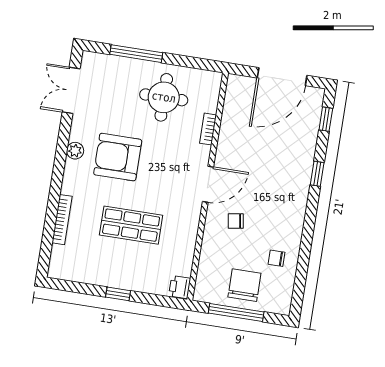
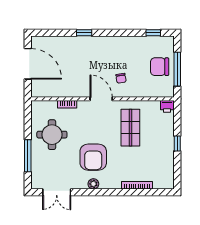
window: (326, 119) -> (153, 33), moved
shop shelf: (131, 225) -> (130, 128), moved
chair: (277, 258) -> (140, 50), removed

